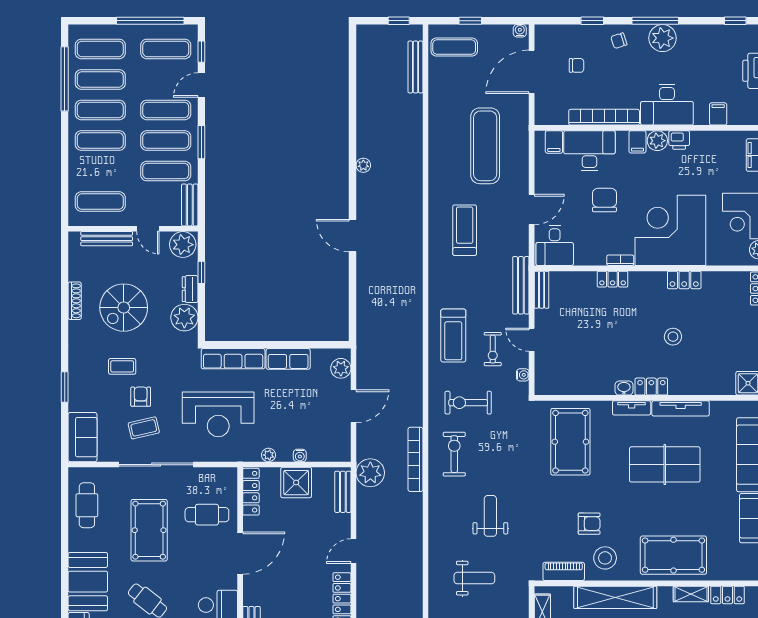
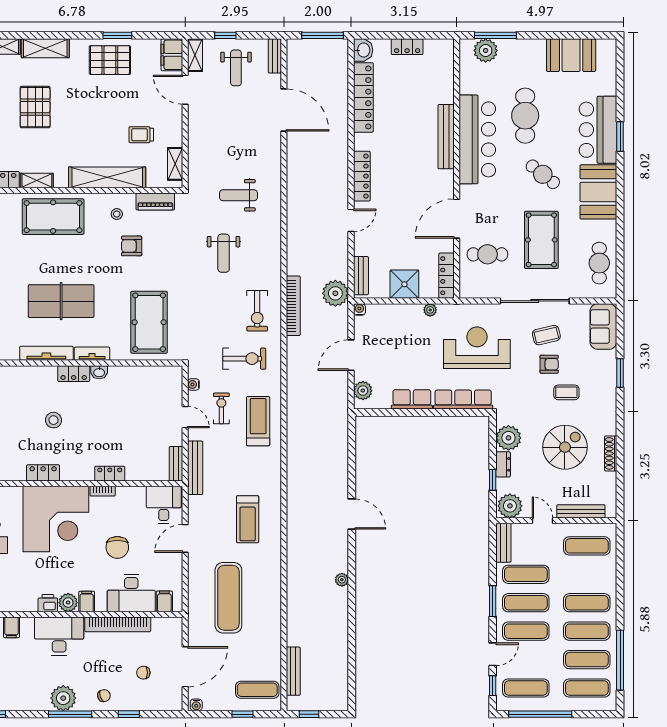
armchair: (141, 397) -> (549, 364), turned -90
water cooler: (300, 455) -> (359, 309), moved
stool: (605, 558) -> (117, 214), width x0.53, depth x0.53

